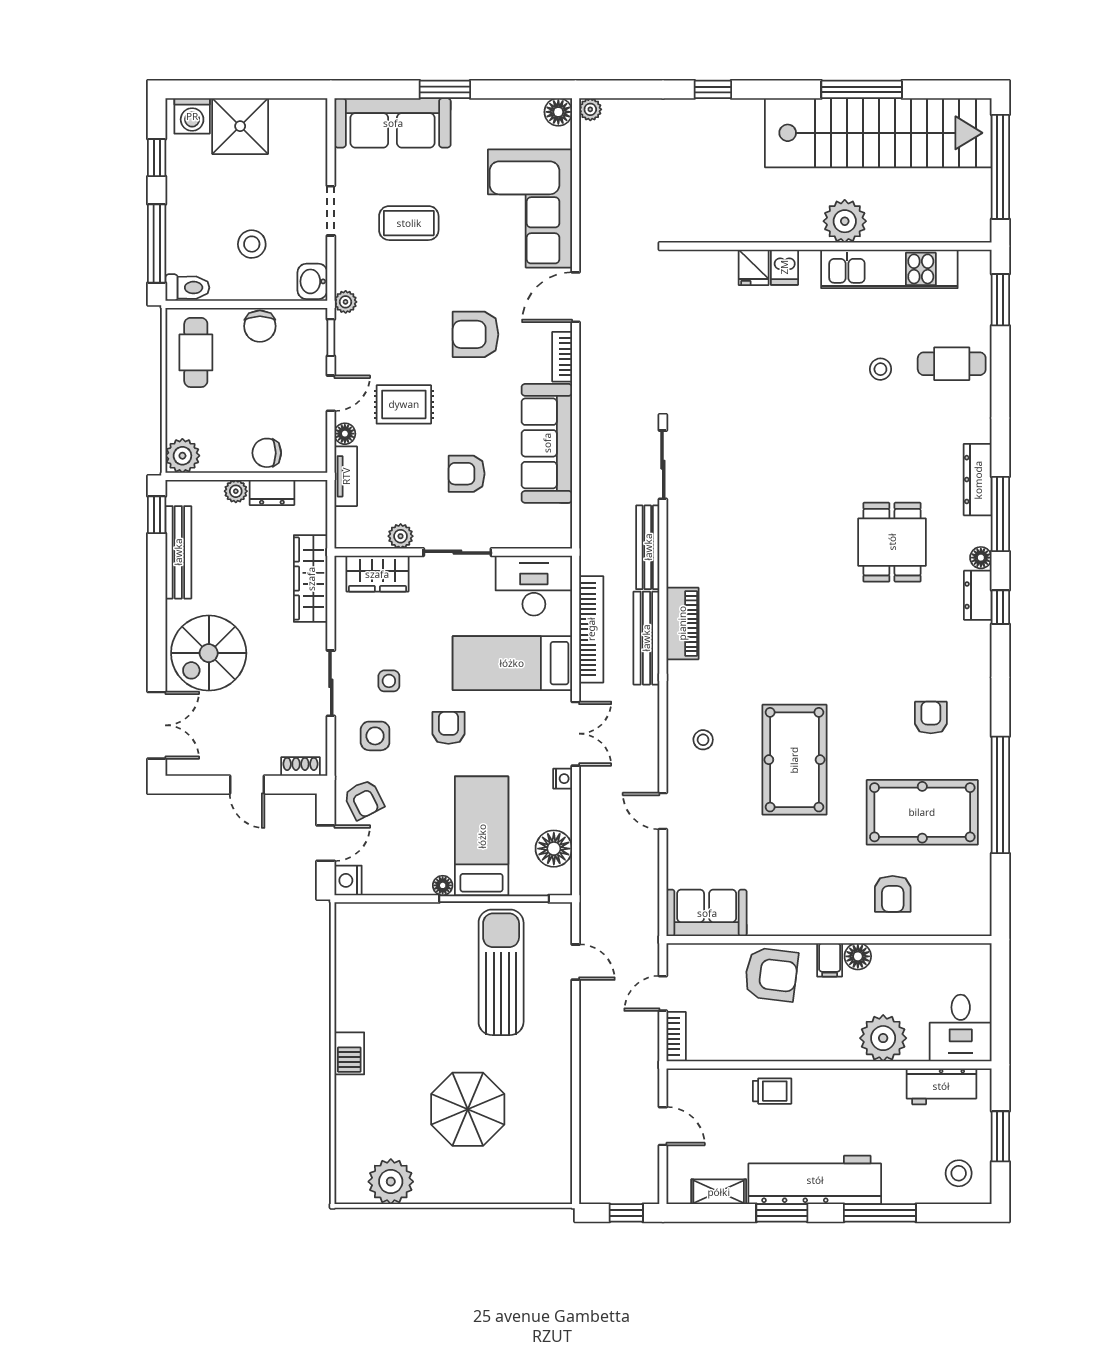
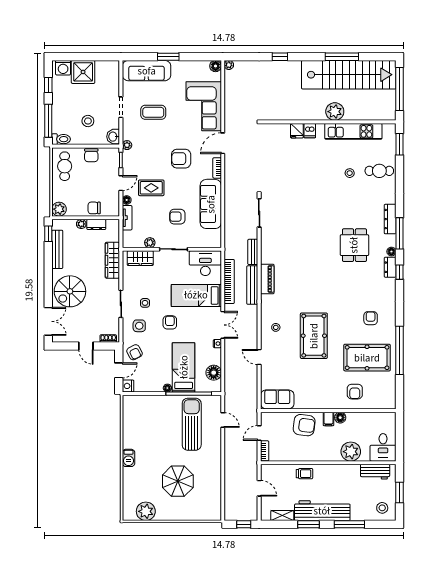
bench: (648, 547) -> (253, 252), width x0.73

